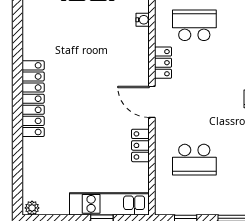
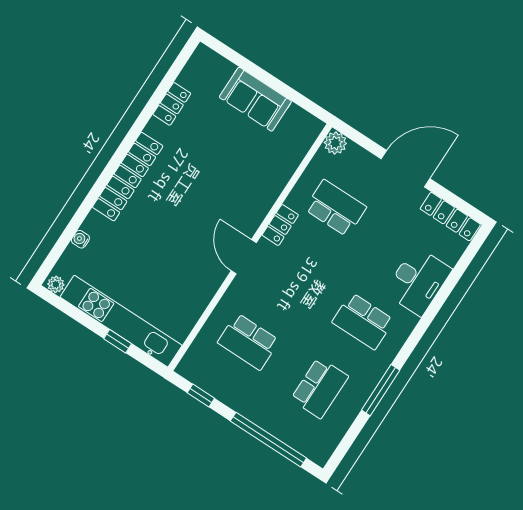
water cooler: (143, 20) -> (80, 239), moved, turned 180
locker: (140, 145) -> (172, 104), moved, turned 180
kitchen unit: (109, 204) -> (121, 321), width x1.36

